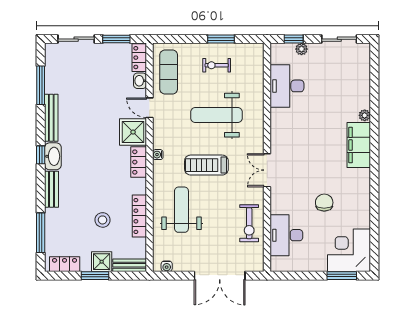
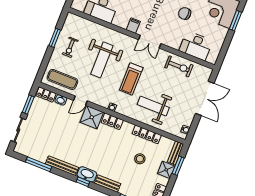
filing cabinet: (280, 139) -> (133, 26), added
window: (95, 276) -> (178, 166), moved

